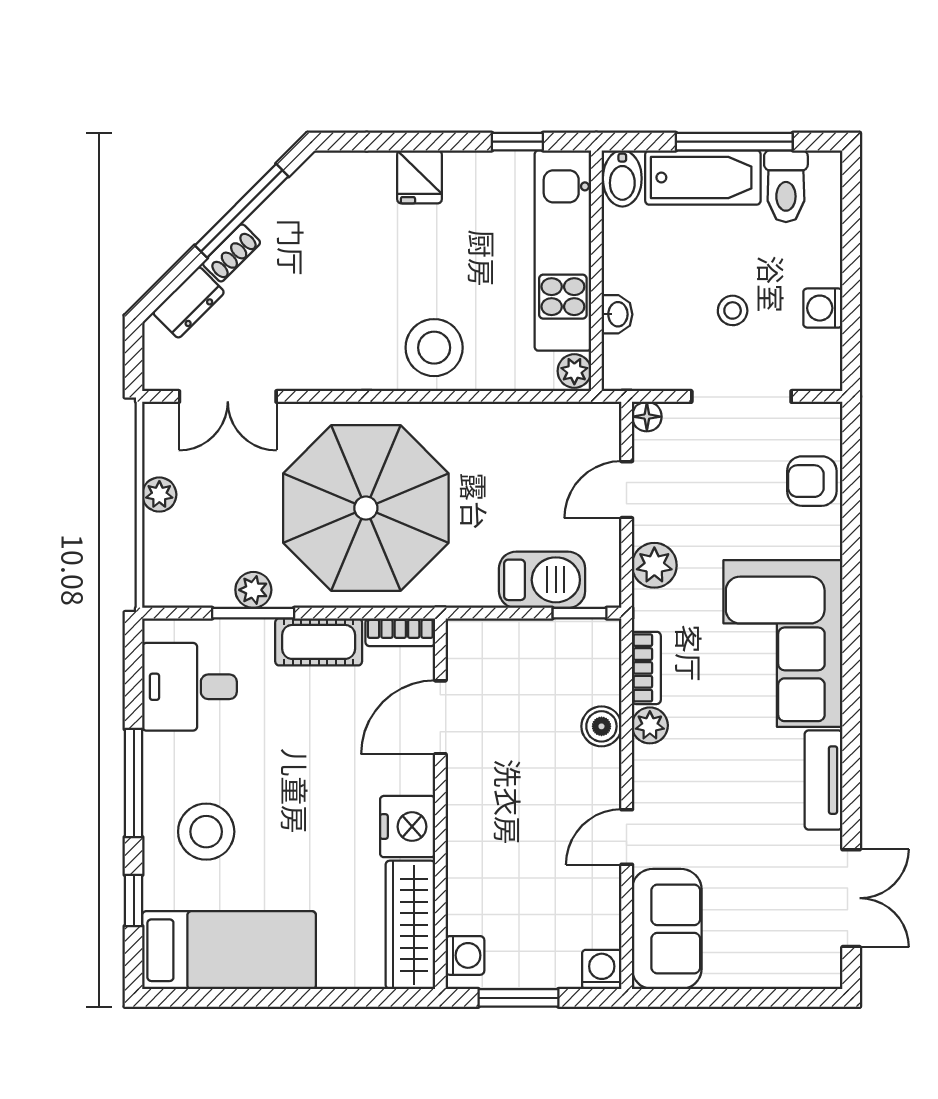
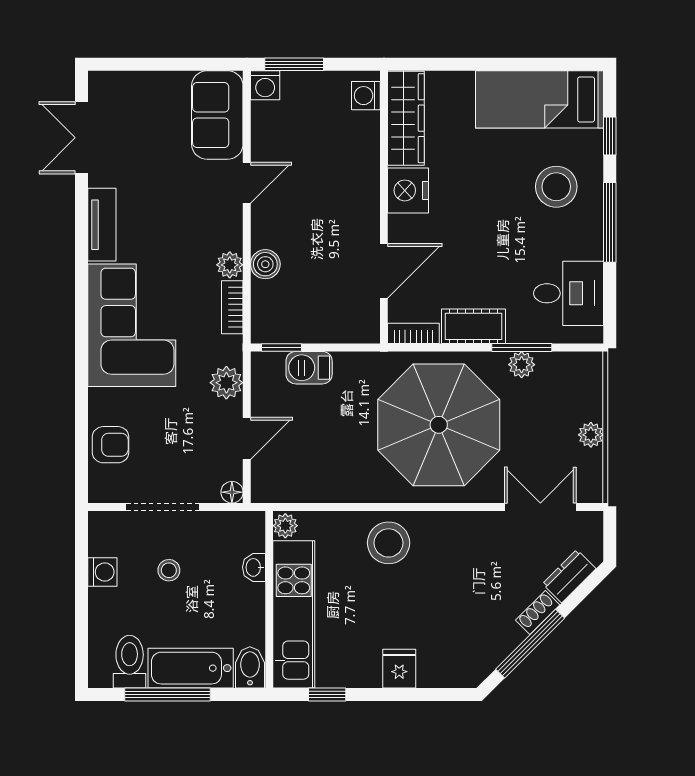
barbecue: (542, 580) -> (309, 368), width x0.73, depth x0.79
window: (518, 998) -> (294, 64), moved

